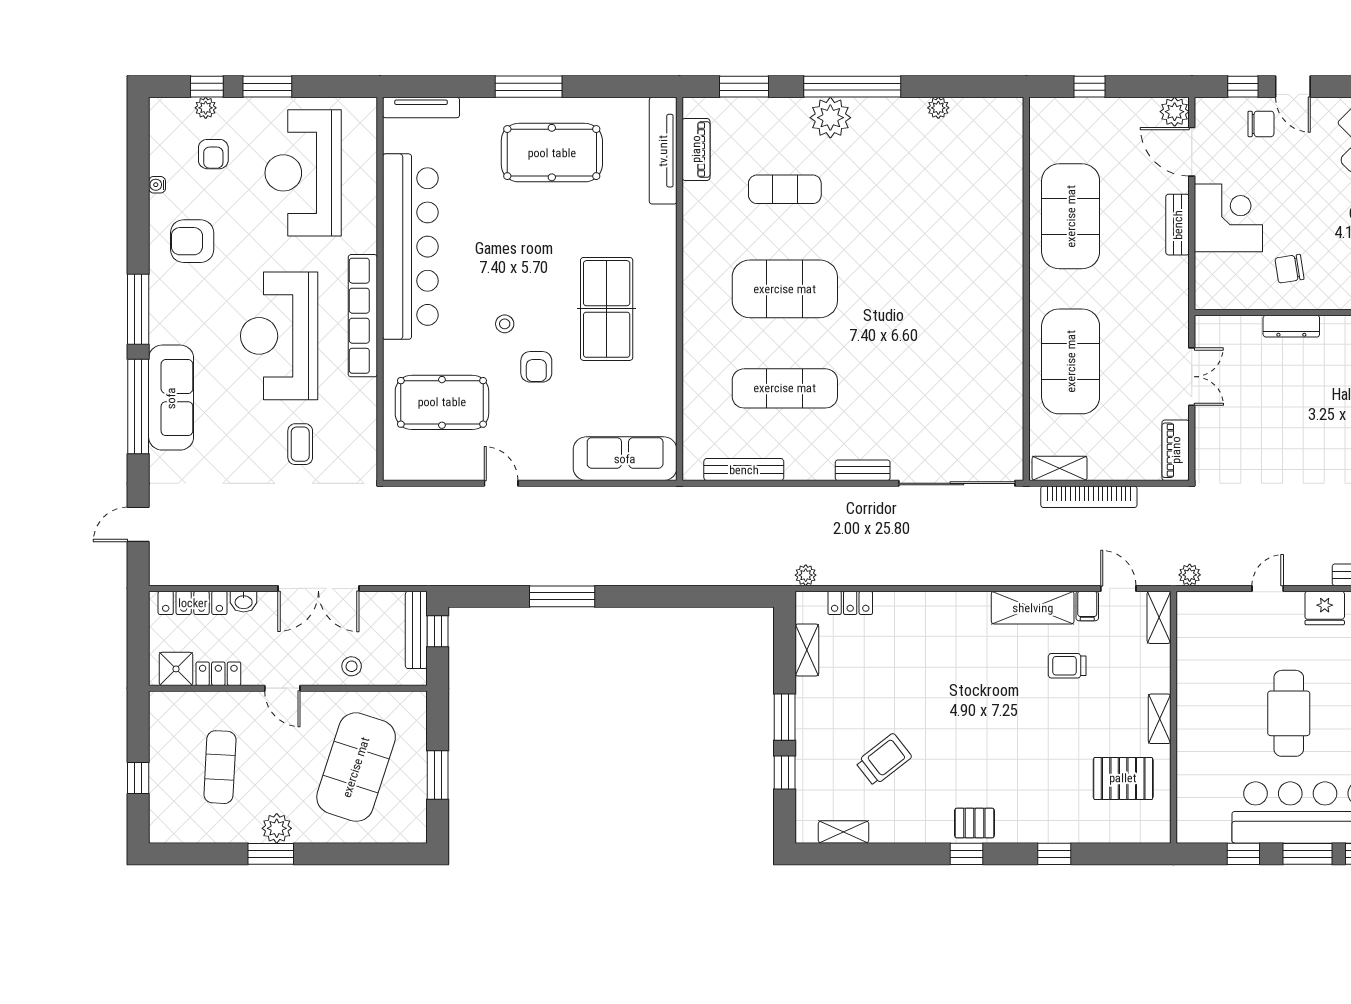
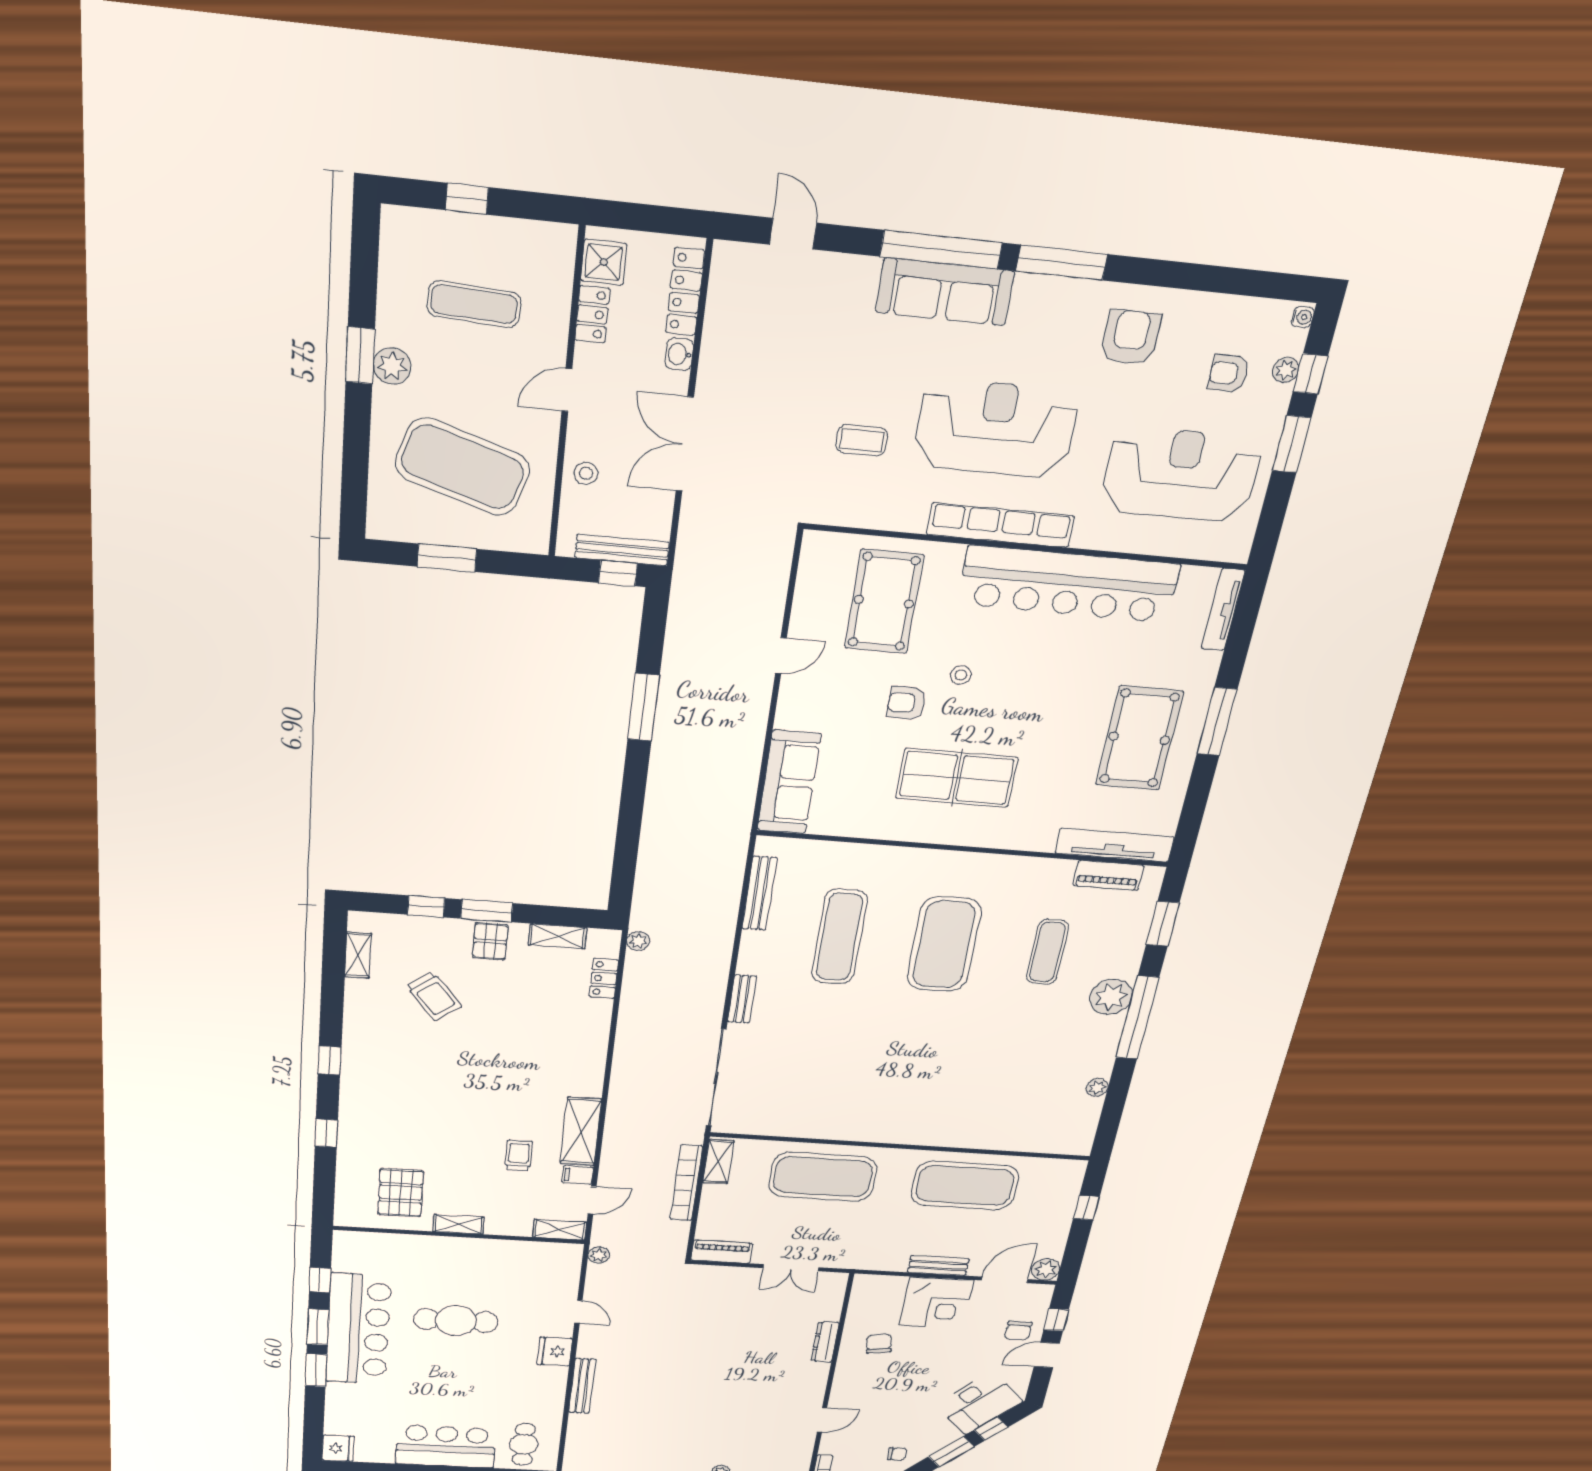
water cooler: (157, 185) -> (1303, 317), moved, turned 90
pallet: (974, 823) -> (490, 941), moved

